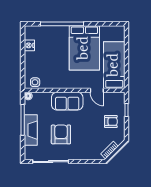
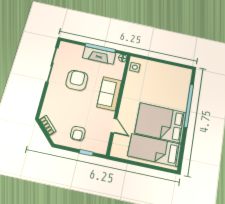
nightstand: (29, 45) -> (172, 70), removed
bed: (114, 65) -> (155, 150), moved, turned 180
door: (97, 90) -> (114, 126), swing flipped
fireplace: (31, 130) -> (99, 55), moved
armchair: (61, 134) -> (77, 80), turned -90

